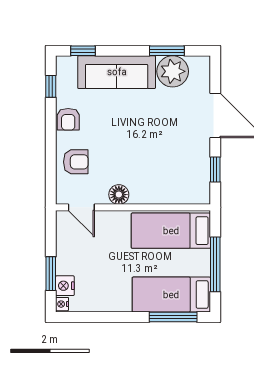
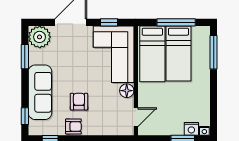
plant: (173, 71) -> (40, 37), moved
armchair: (76, 162) -> (79, 102), moved
corner sofa: (170, 176) -> (114, 54), added
bed: (171, 295) -> (178, 54), moved

